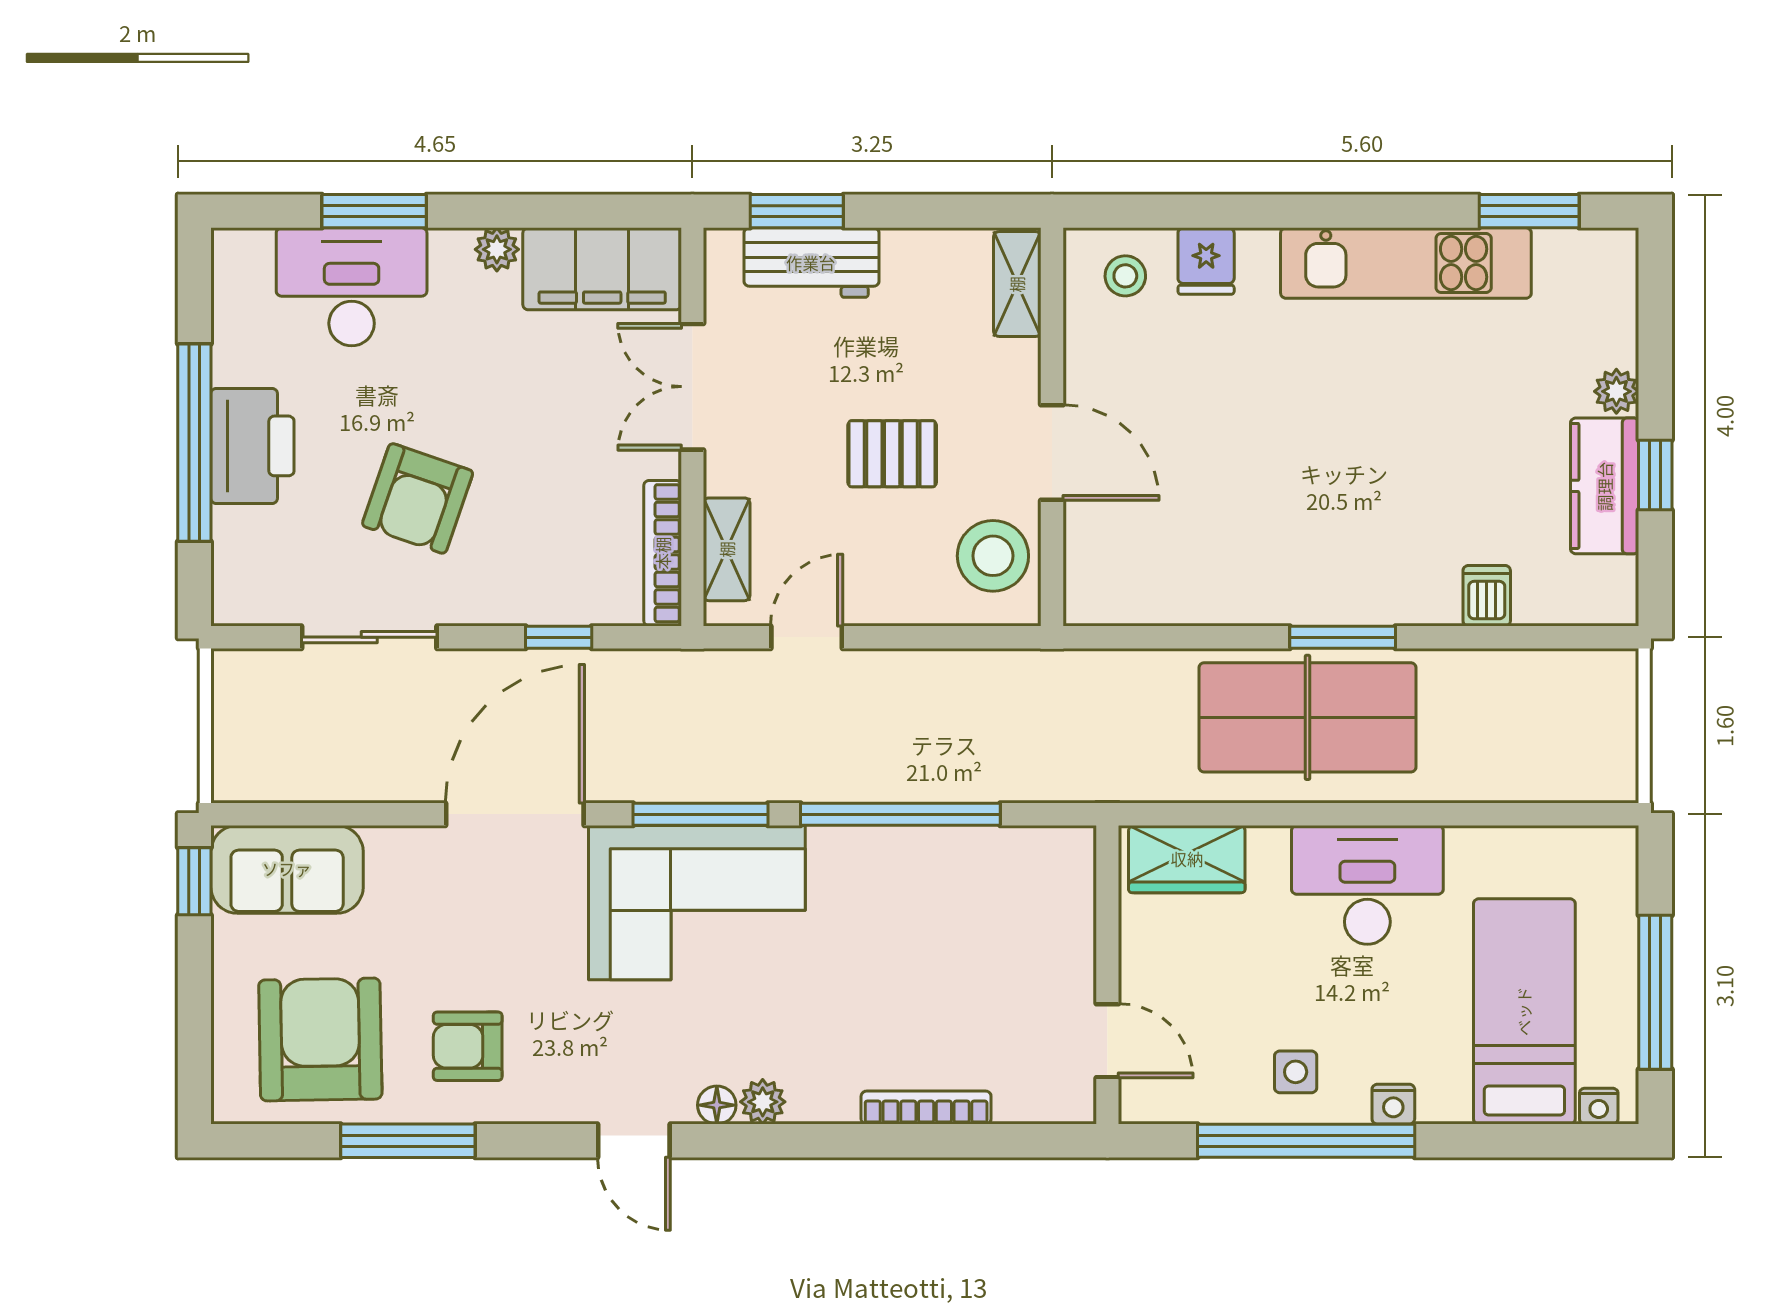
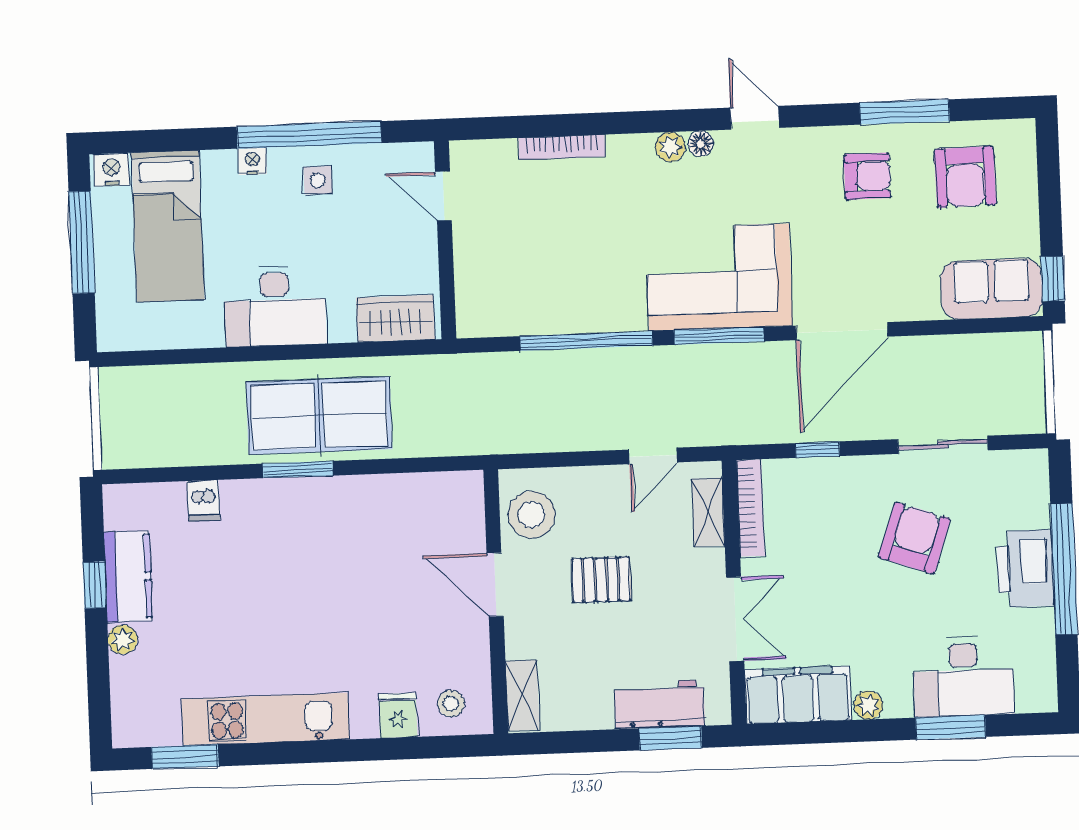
armchair: (320, 1039) -> (965, 177), width x0.73, depth x0.73
nightstand: (1599, 1106) -> (111, 170), width x1.39, depth x1.35

